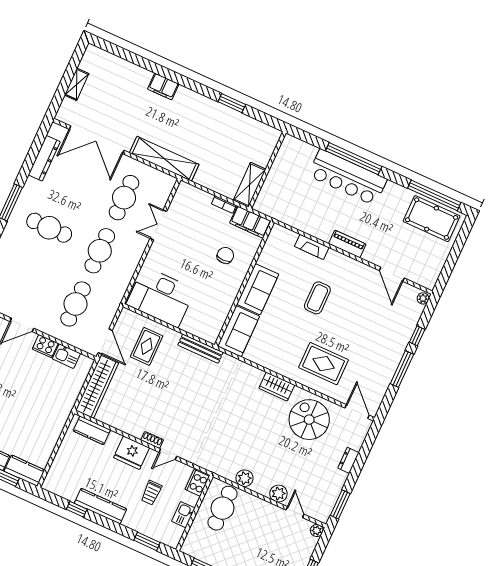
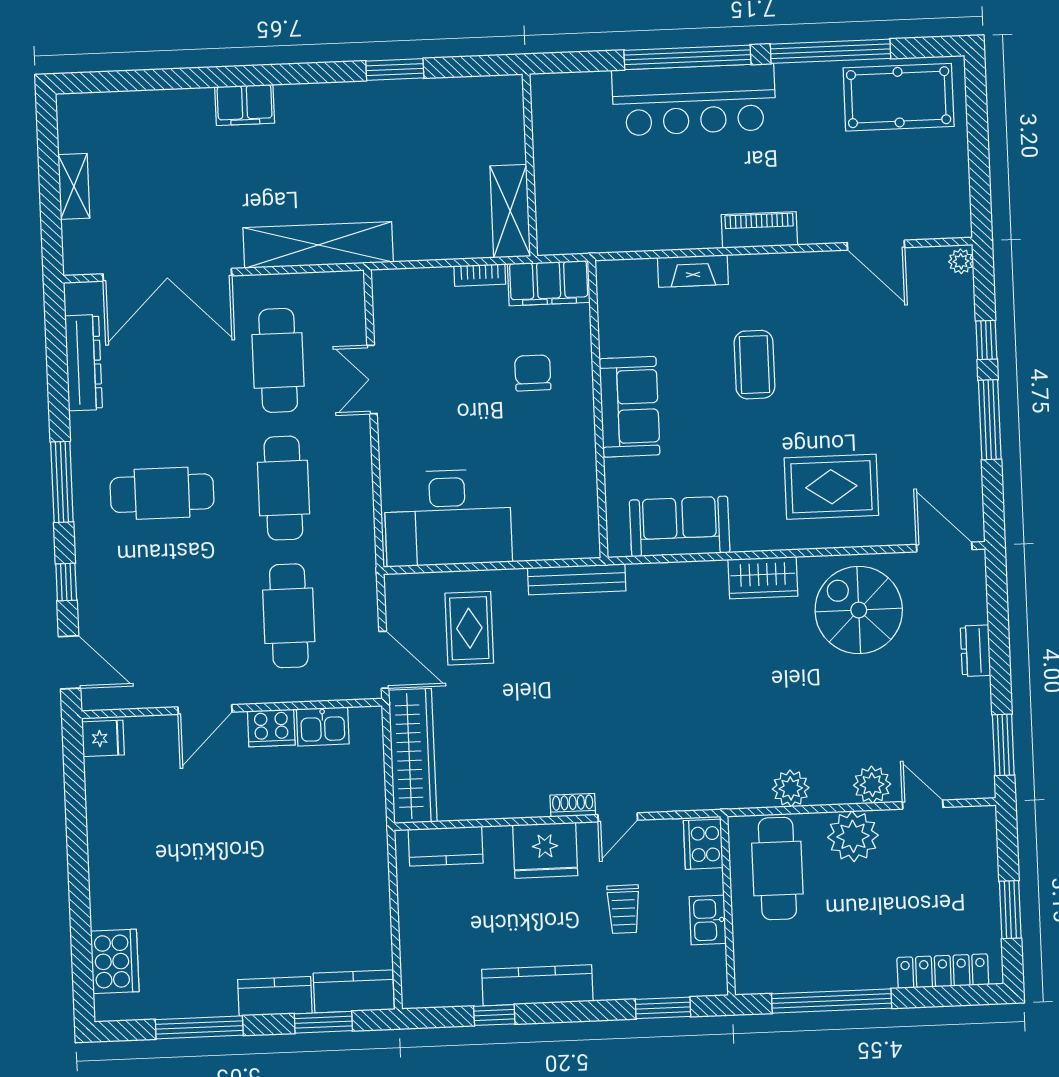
window: (434, 195) -> (830, 51), moved
sofa: (239, 331) -> (680, 526), moved, turned -90
plant: (317, 530) -> (853, 836), moved, width x1.88, depth x1.88

